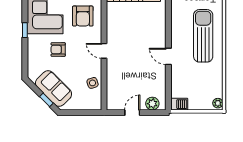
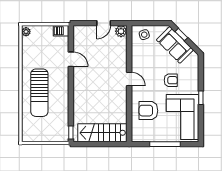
armchair: (83, 16) -> (148, 111), turned -90
door: (168, 56) -> (71, 59), moved
side table: (93, 83) -> (144, 35), moved
plant: (152, 104) -> (121, 31), moved

